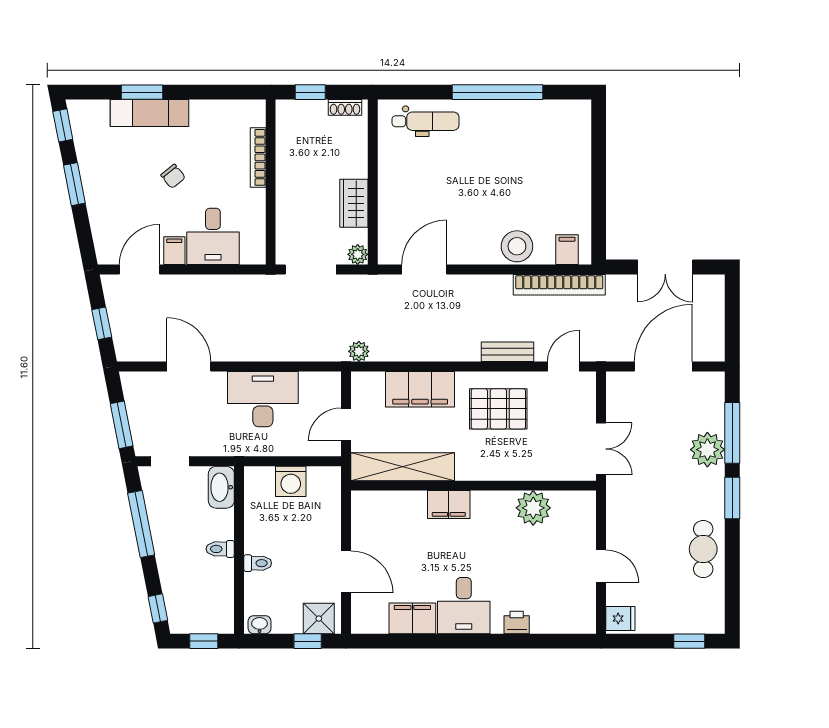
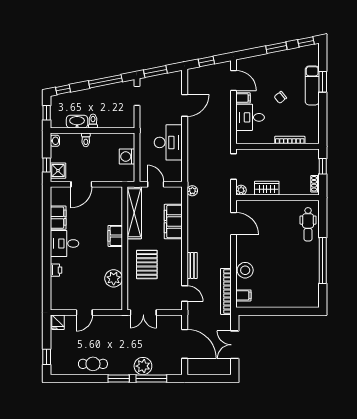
pallet: (498, 409) -> (147, 264), moved
washbasin: (221, 487) -> (77, 122), moved

